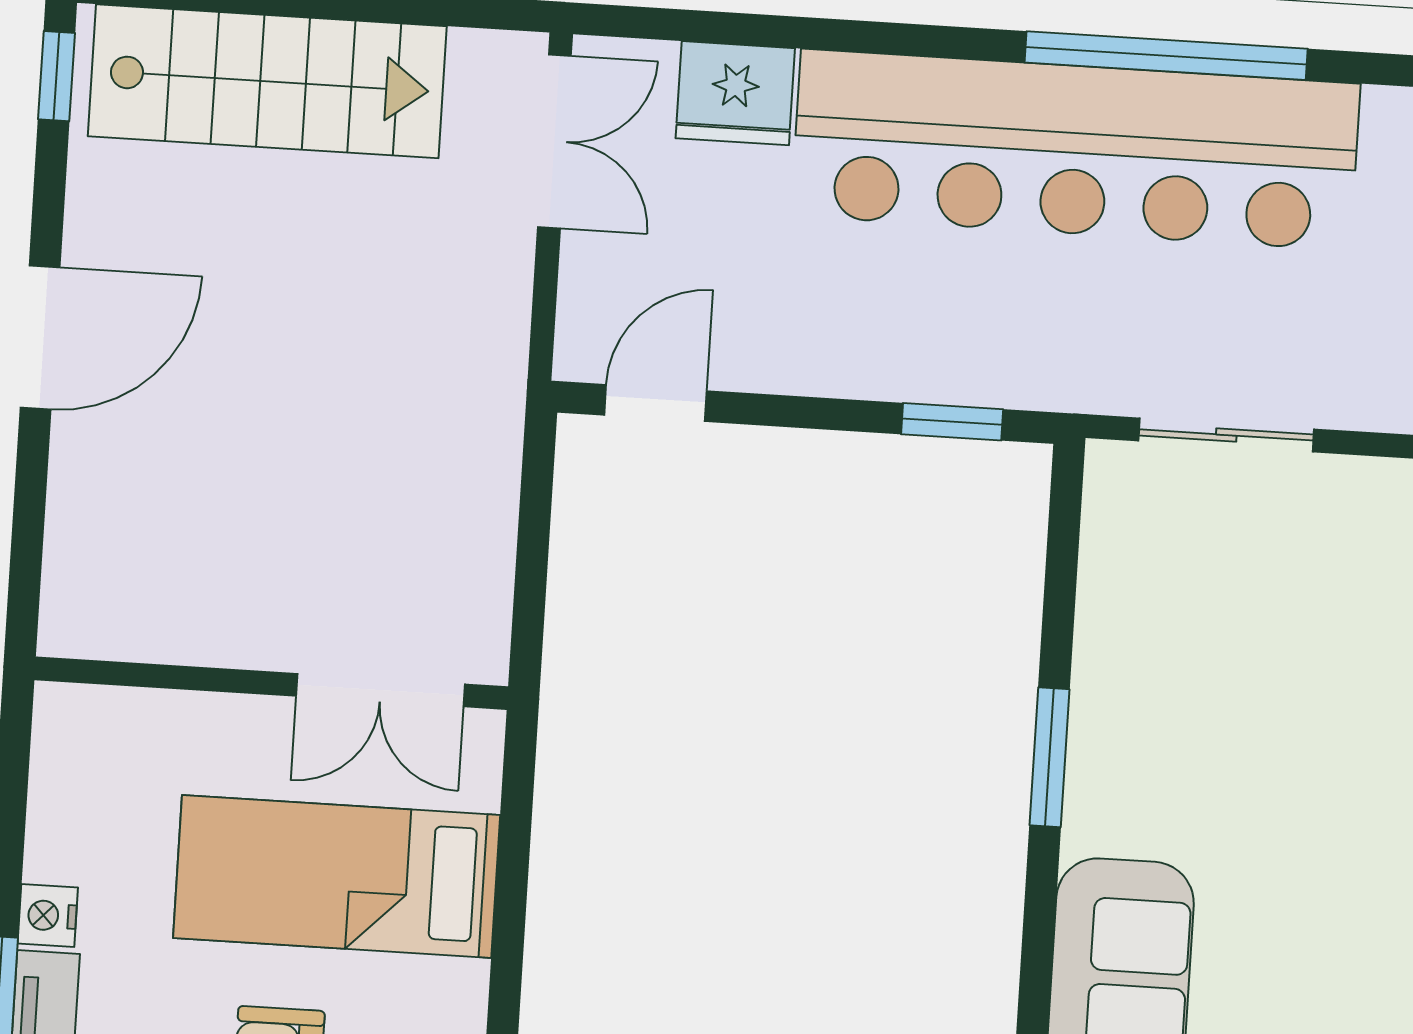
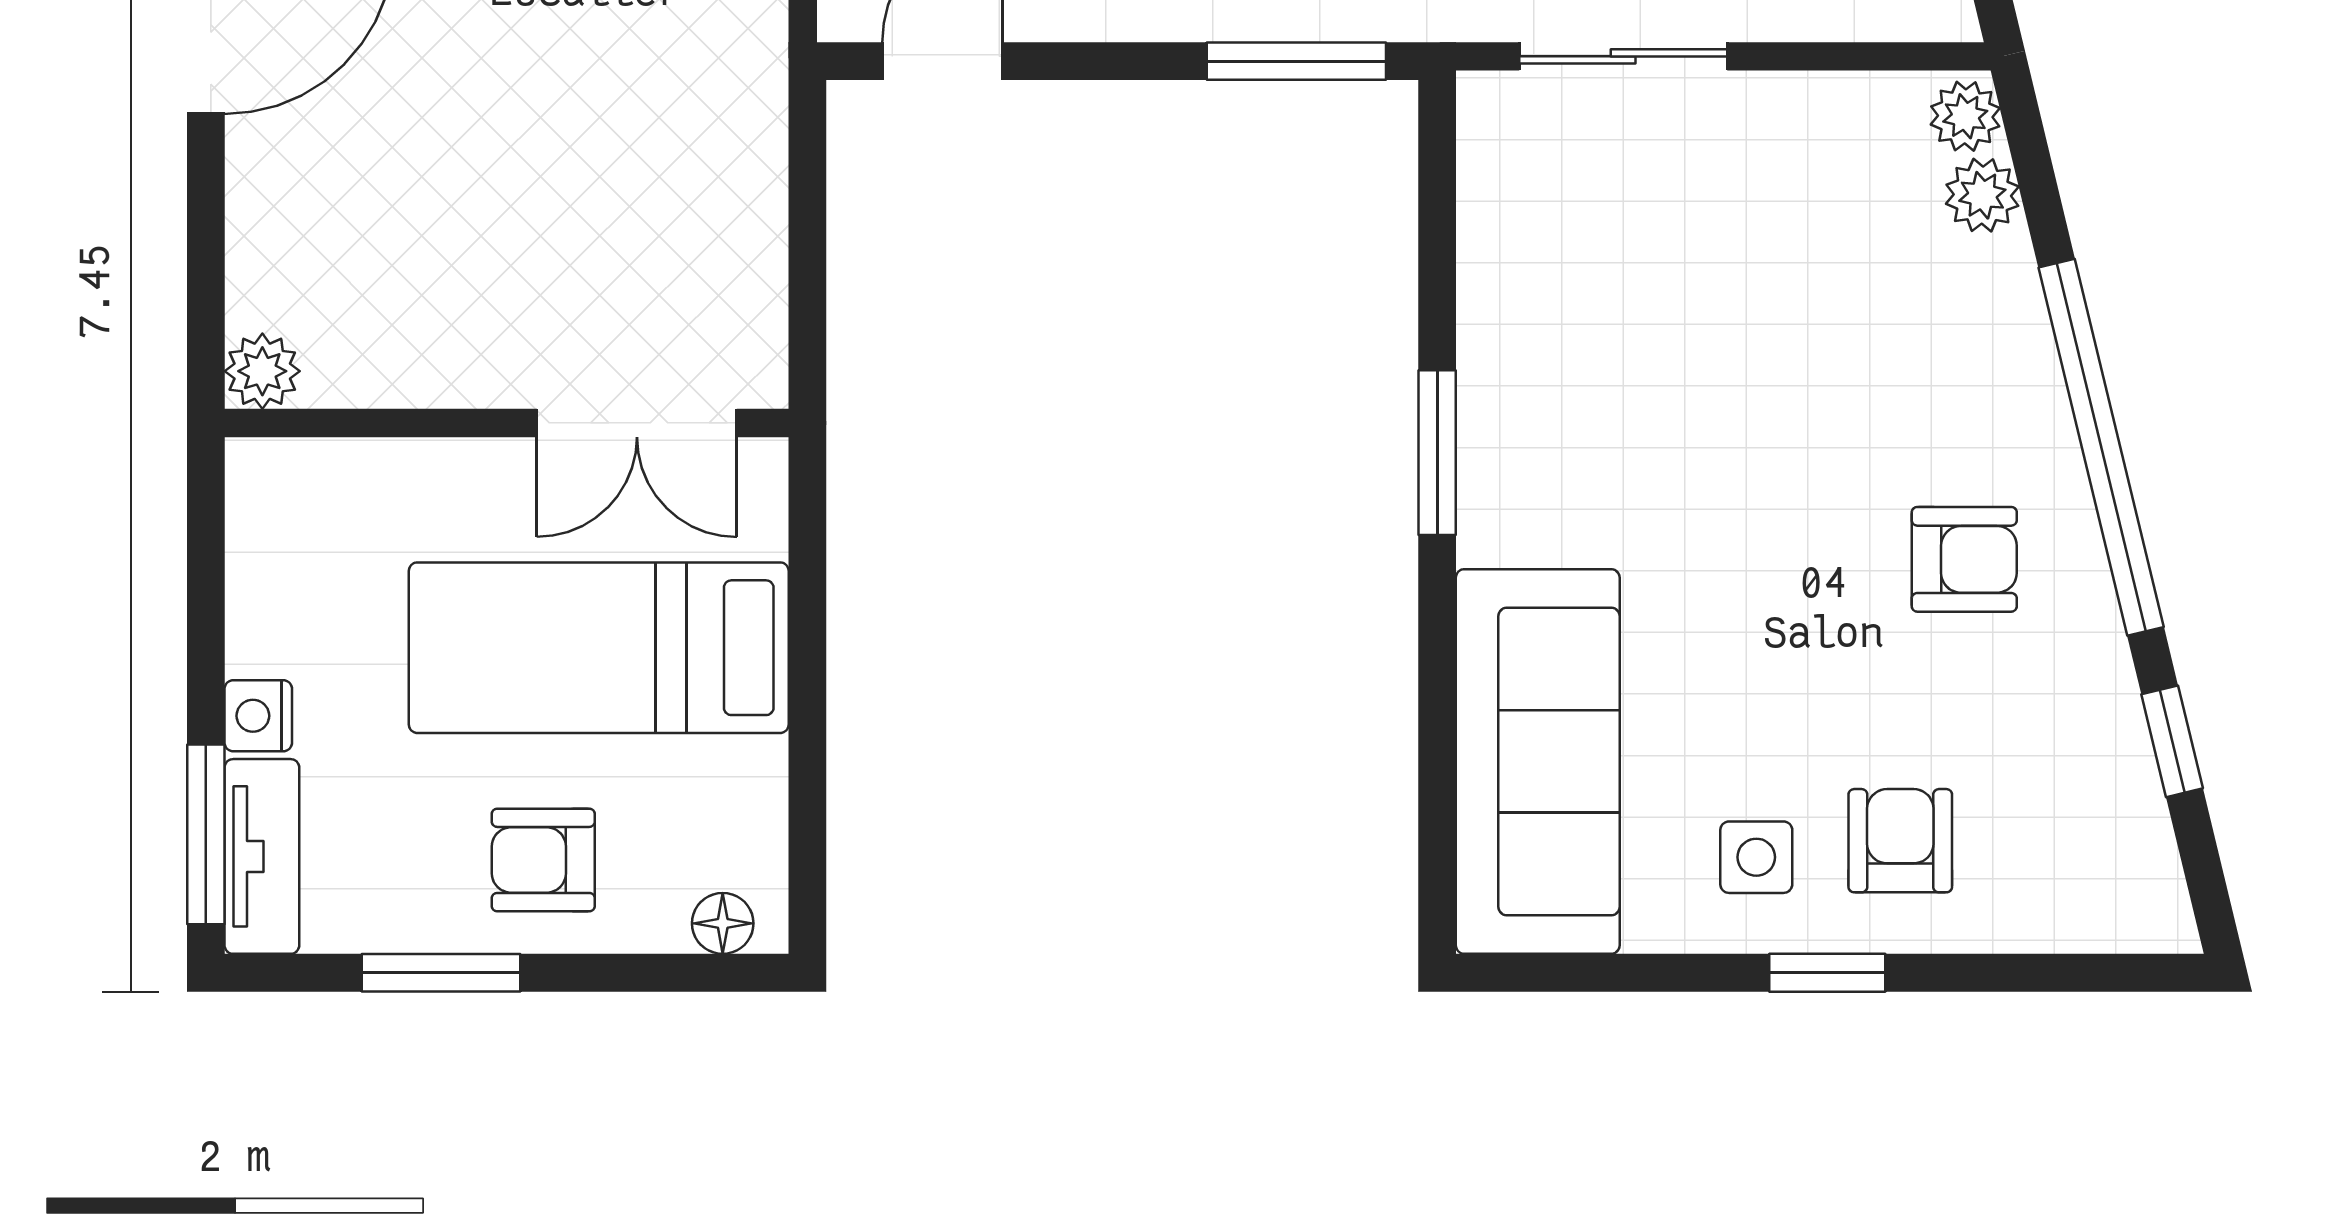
window: (952, 422) -> (1296, 61), width x1.50
plant: (69, 627) -> (262, 371), added

